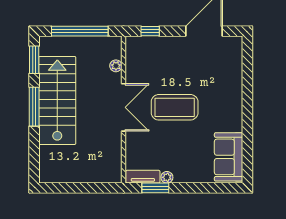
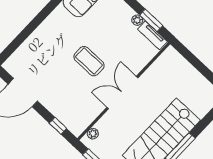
plant: (116, 66) -> (93, 134), moved
coffee table: (175, 107) -> (89, 61), width x0.73, depth x0.76

